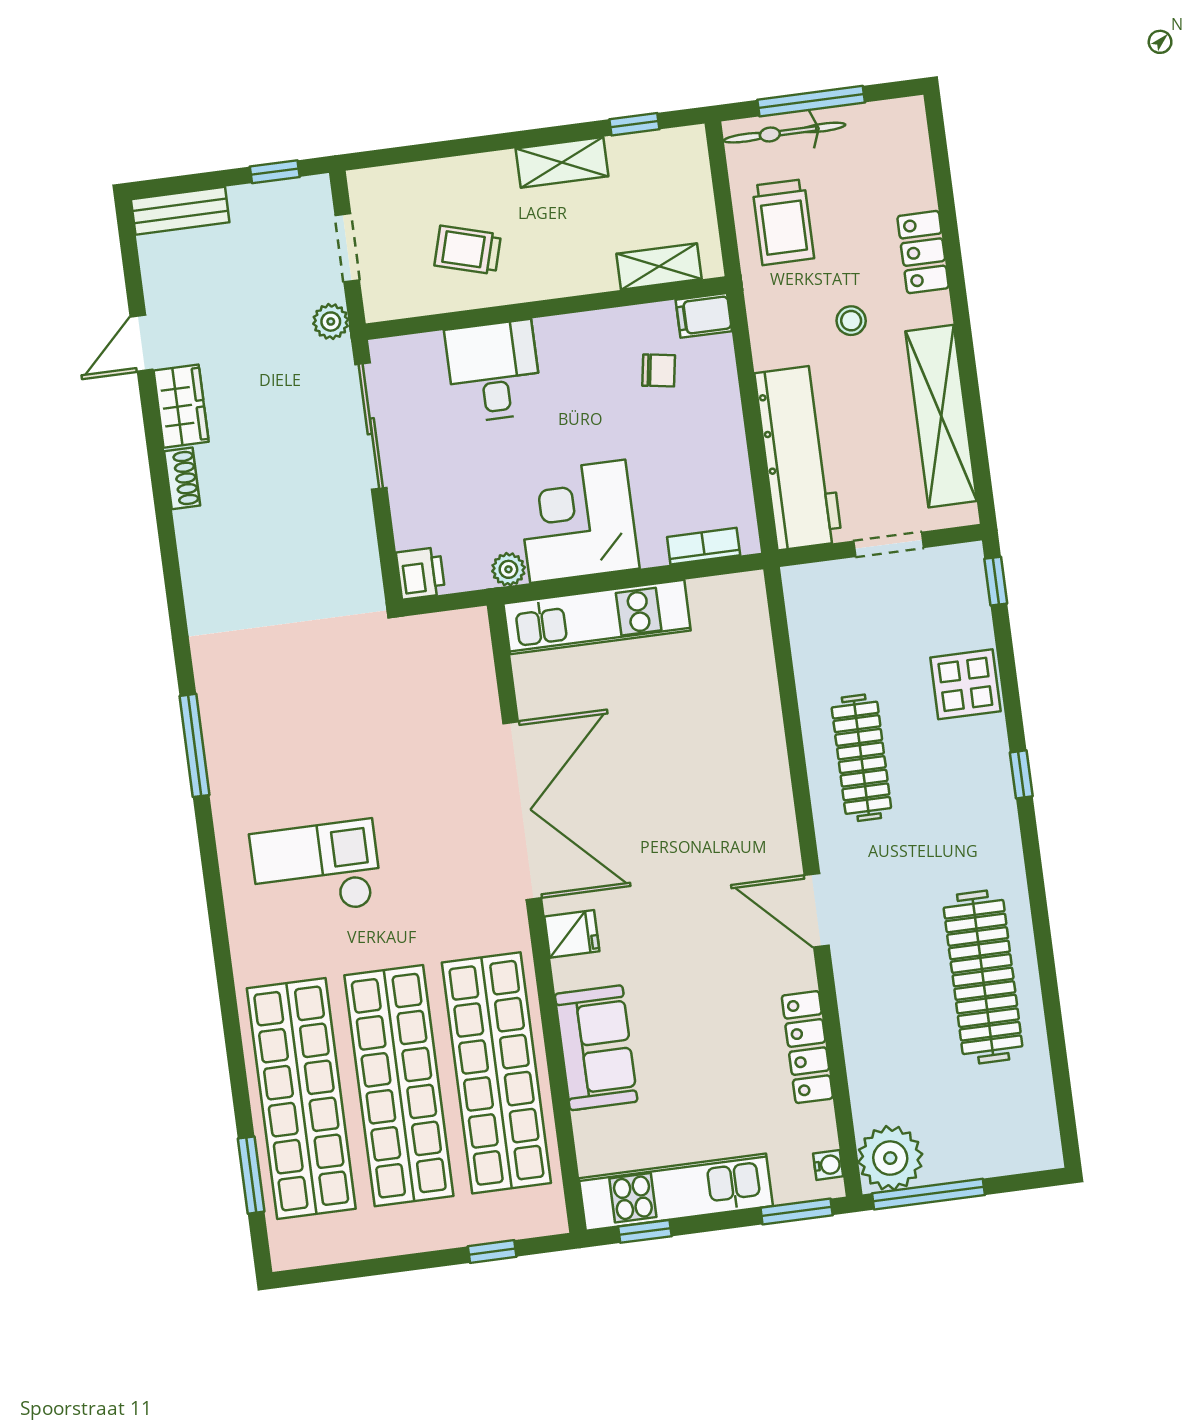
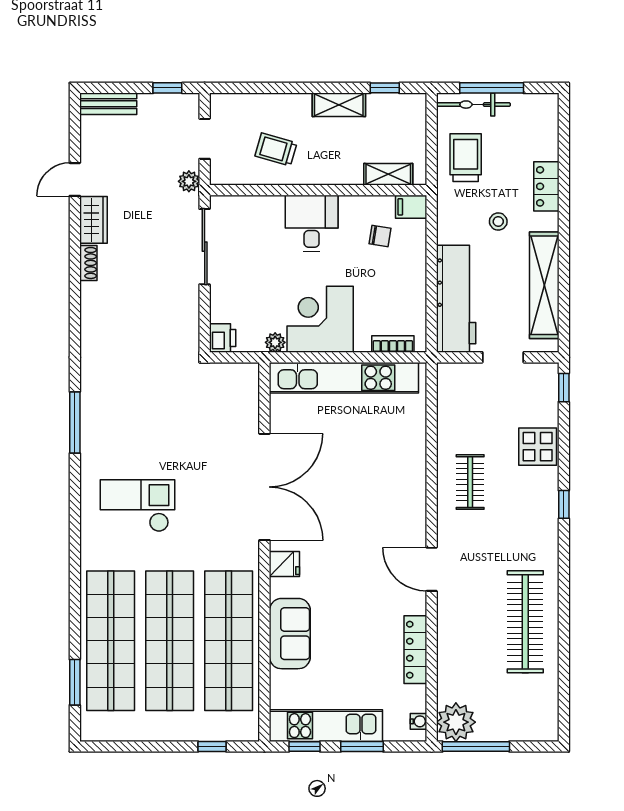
trolley: (783, 222) -> (466, 158), turned 180
desk: (494, 371) -> (312, 224), moved
kitchen unit: (597, 617) -> (344, 378), width x1.36
clothes rail: (861, 758) -> (470, 482), width x0.73
window: (797, 1211) -> (362, 746), moved

